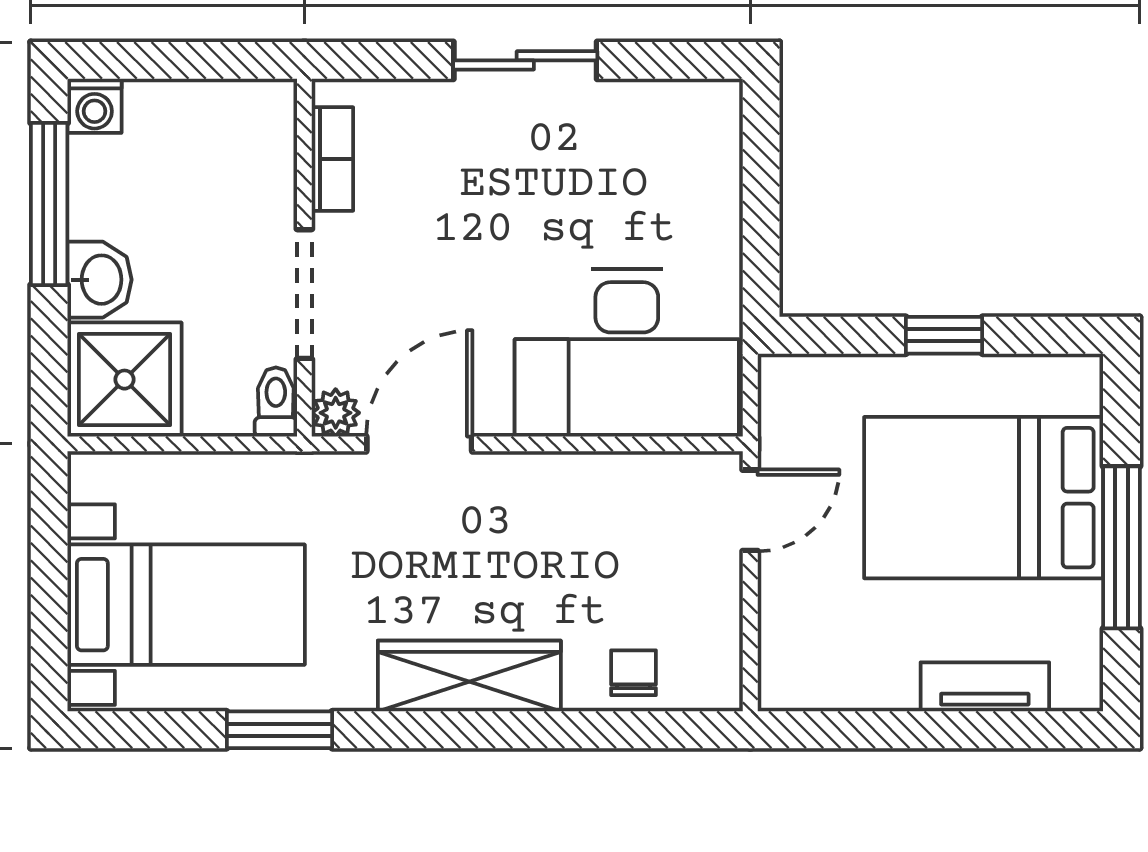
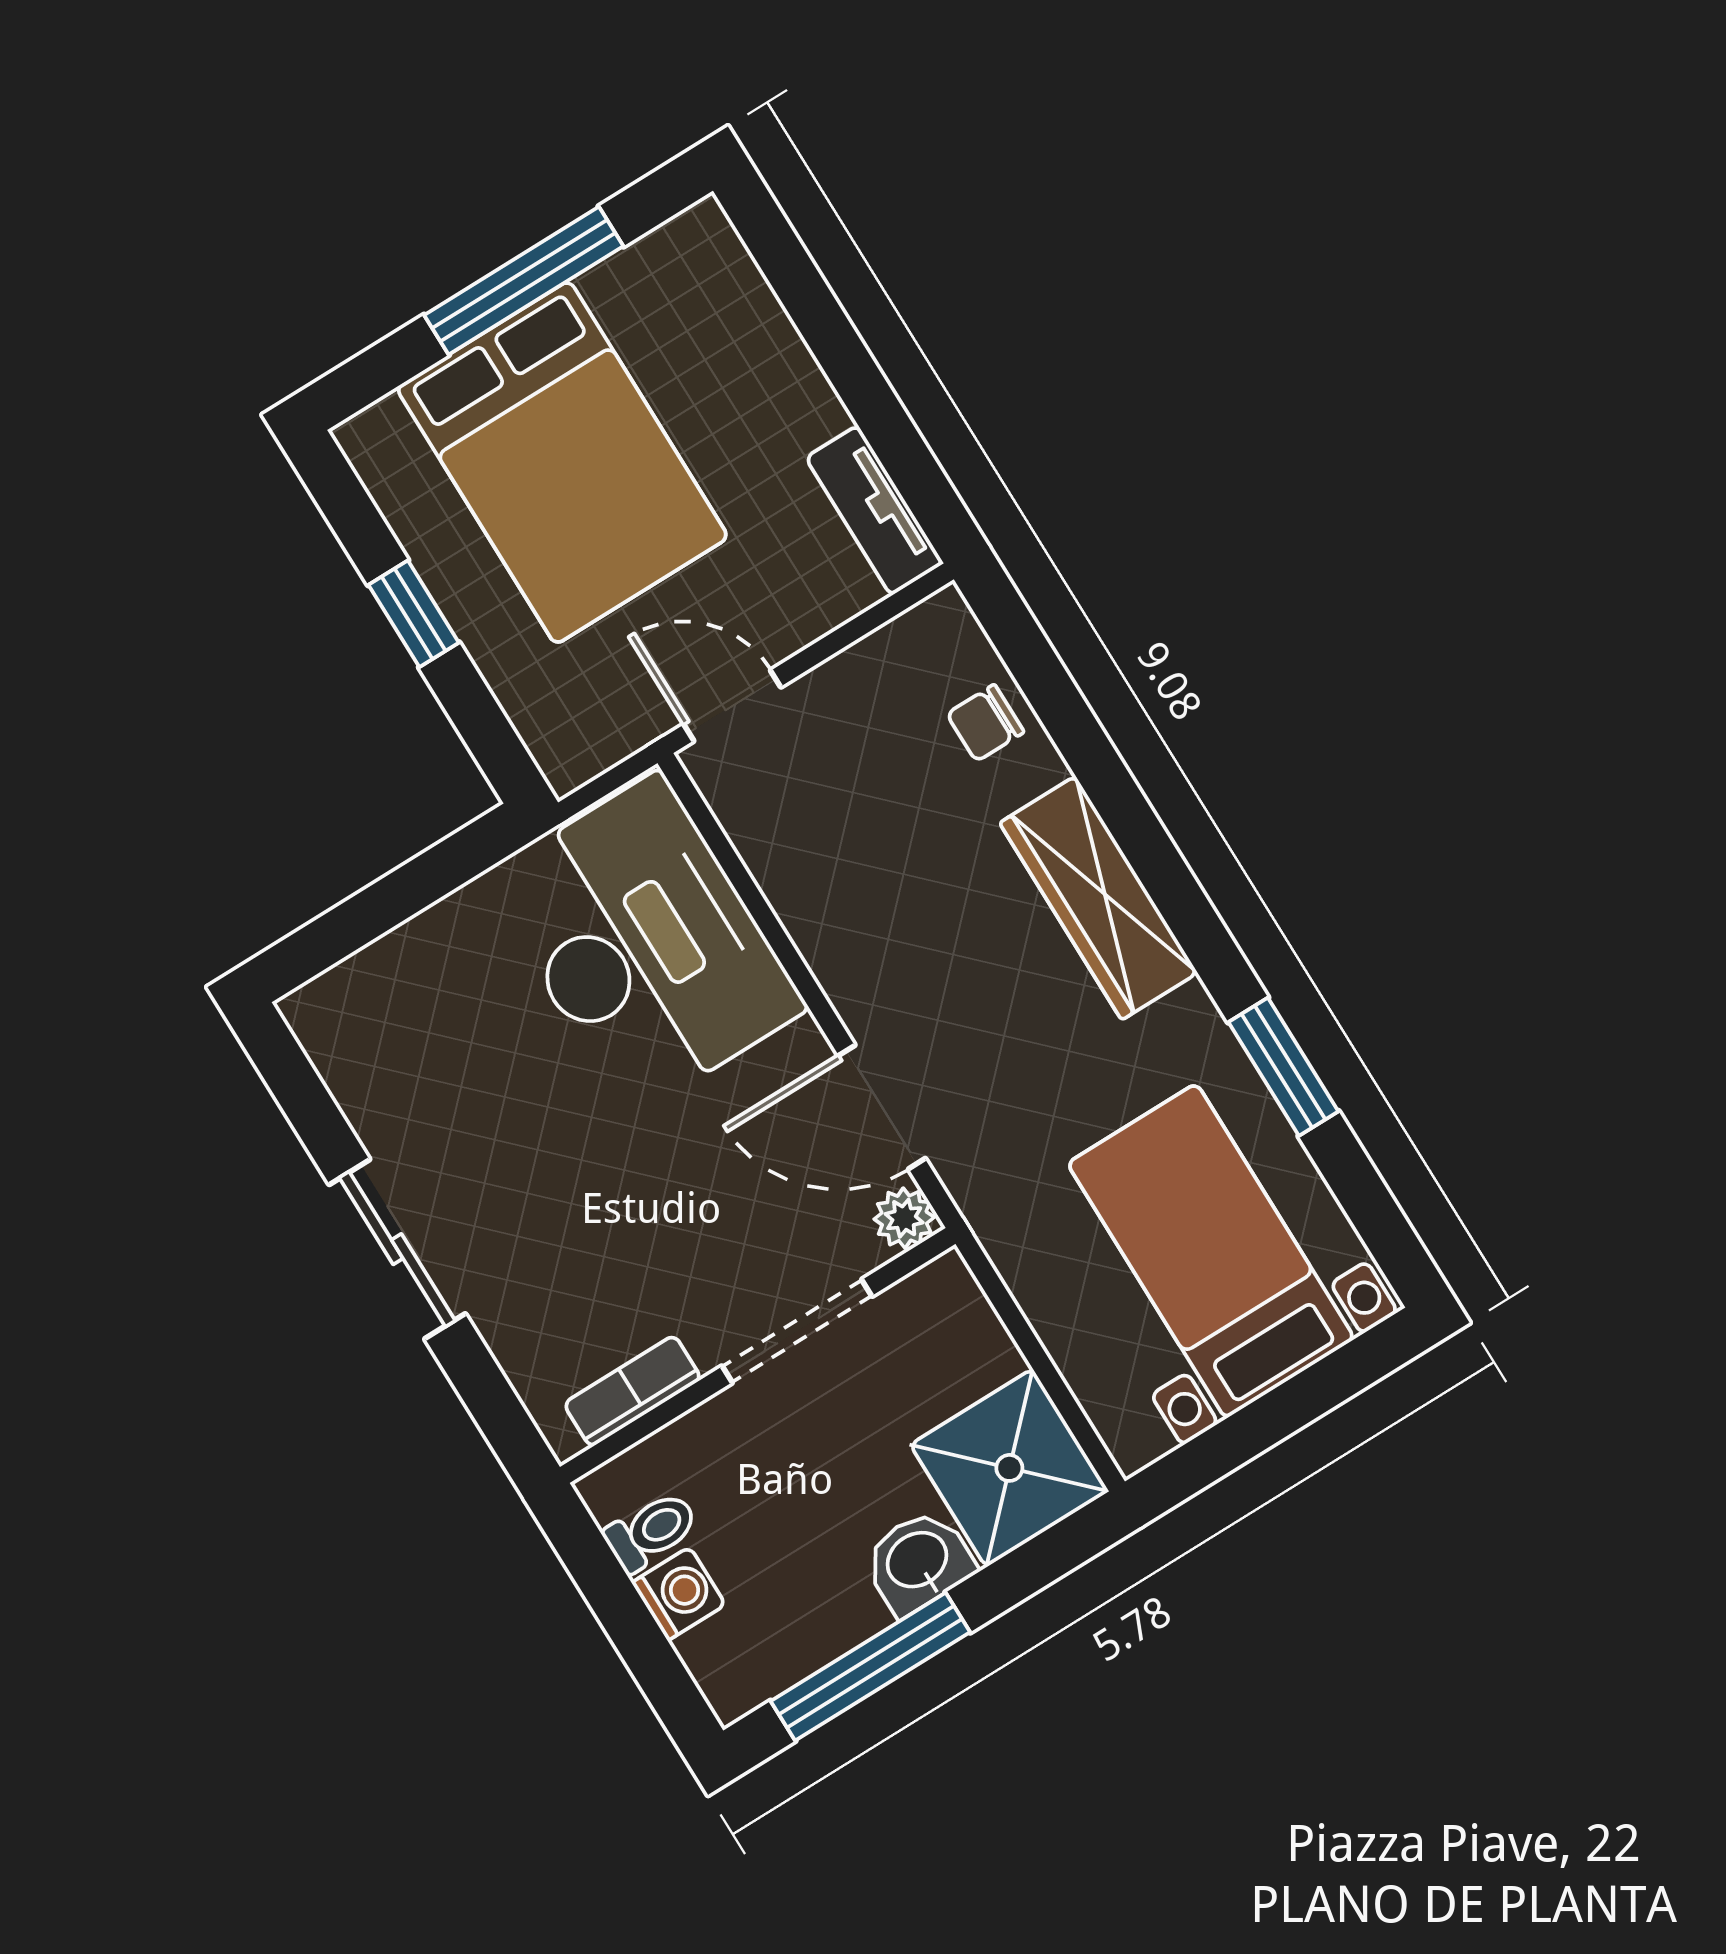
washing machine: (95, 106) -> (679, 1594), moved
toilet: (276, 402) -> (651, 1531), moved, turned 180
tv unit: (985, 687) -> (875, 510), moved

